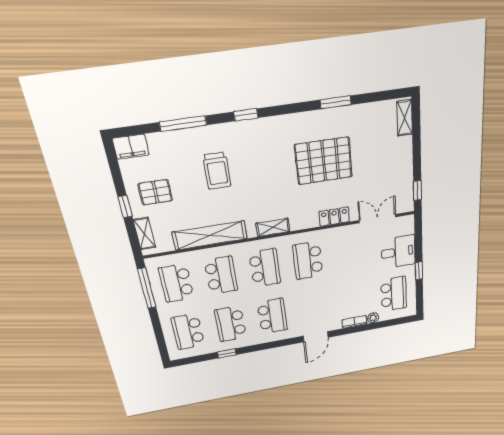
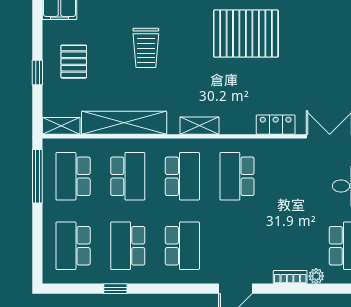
pallet: (324, 161) -> (246, 34), moved
pallet: (155, 192) -> (74, 62), turned 90
shelving: (144, 234) -> (61, 126), moved, turned 90

